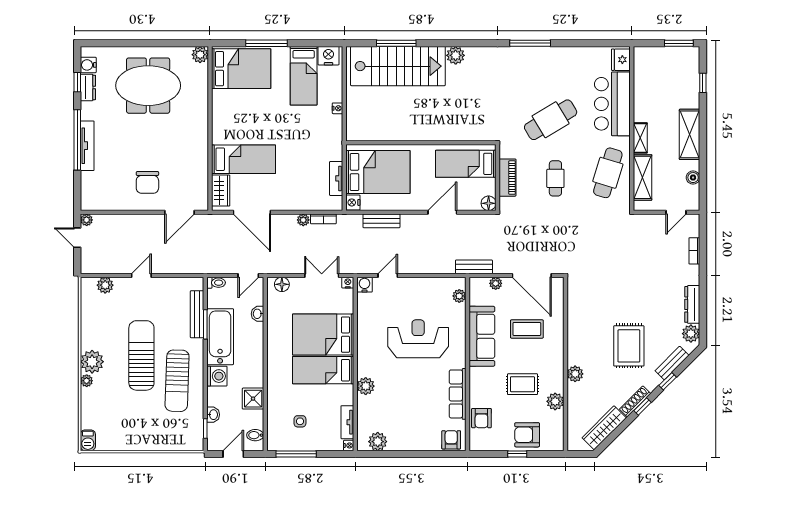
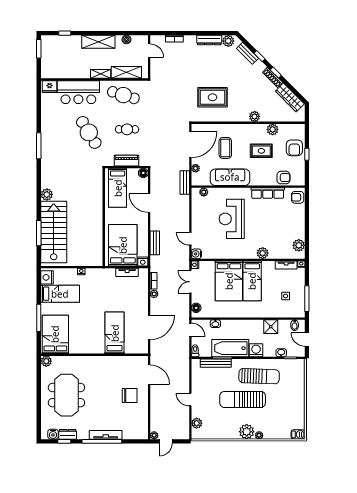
wardrobe: (221, 191) -> (135, 348), removed
rug: (629, 346) -> (212, 97), moved
rug: (522, 384) -> (261, 151), turned 90

